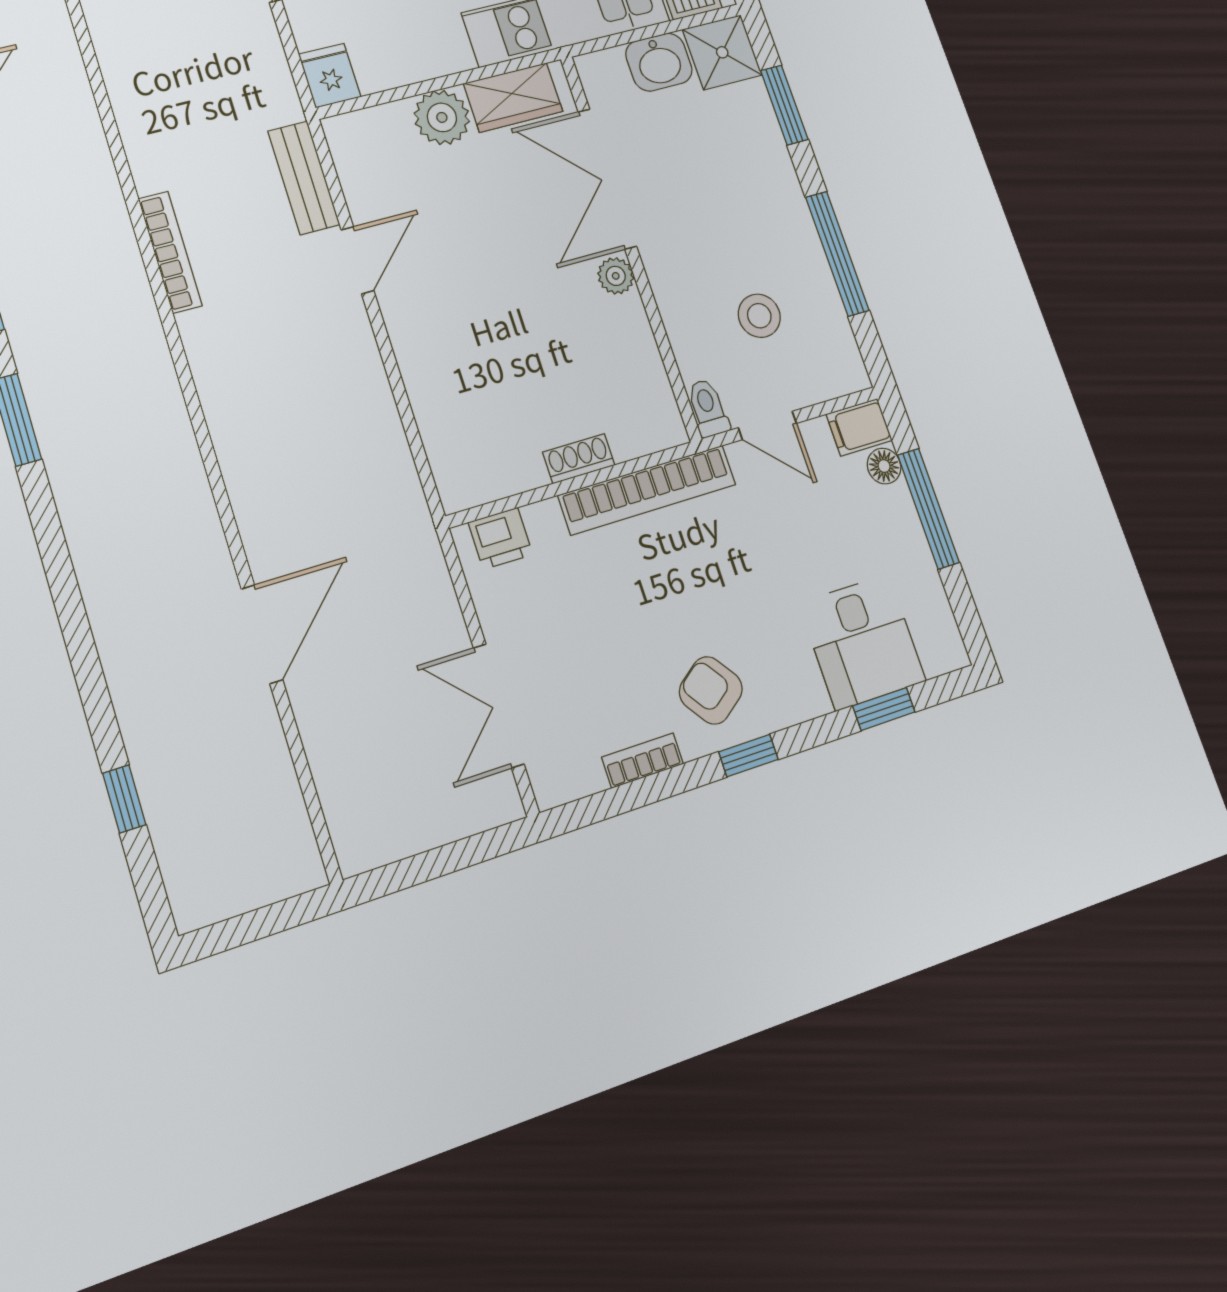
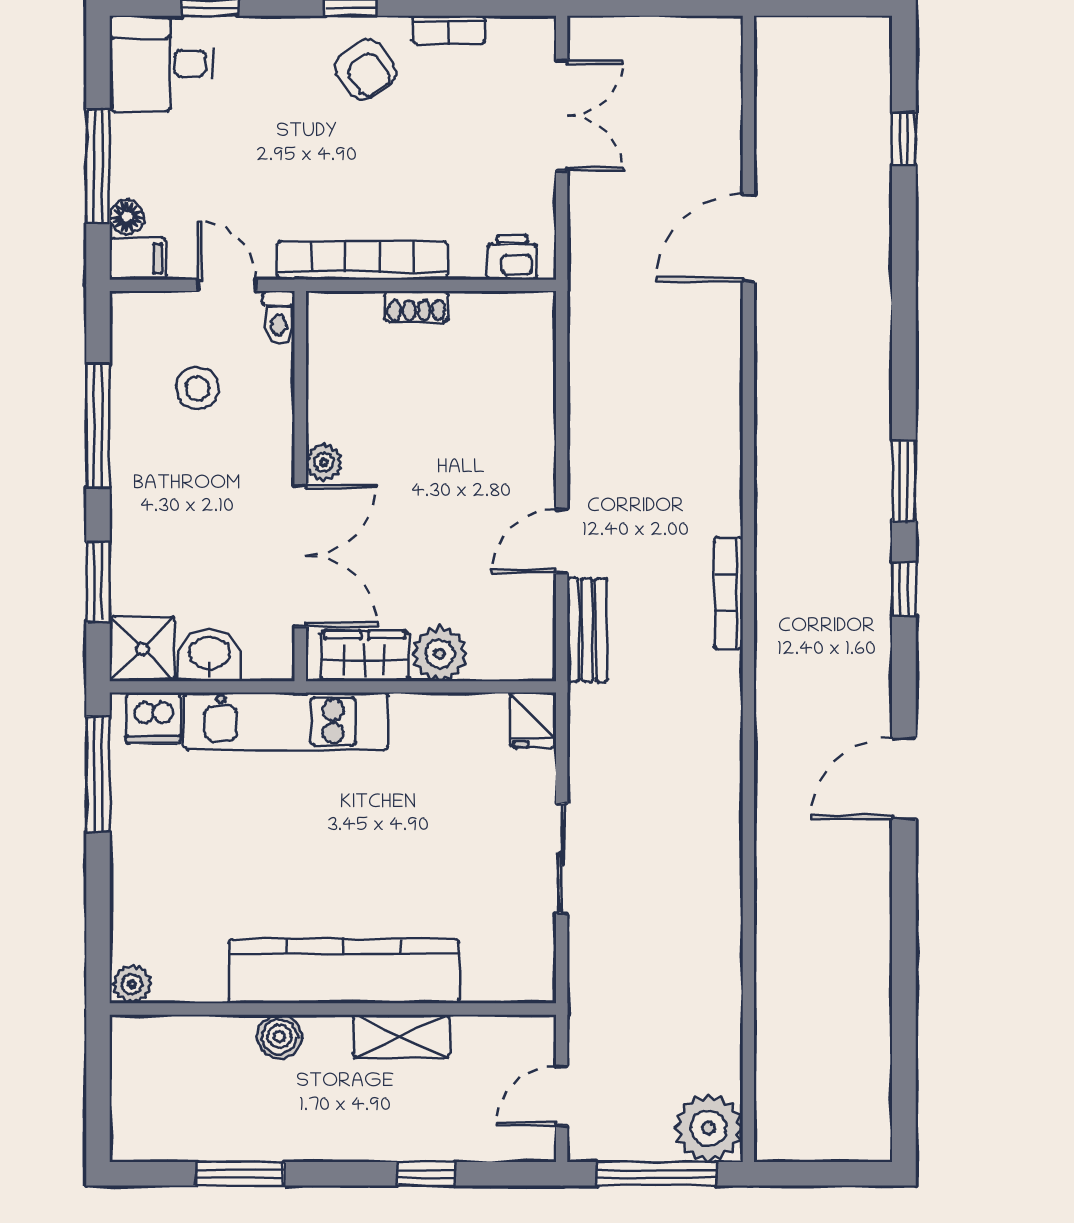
desk: (862, 642) -> (162, 64), moved, turned -90

